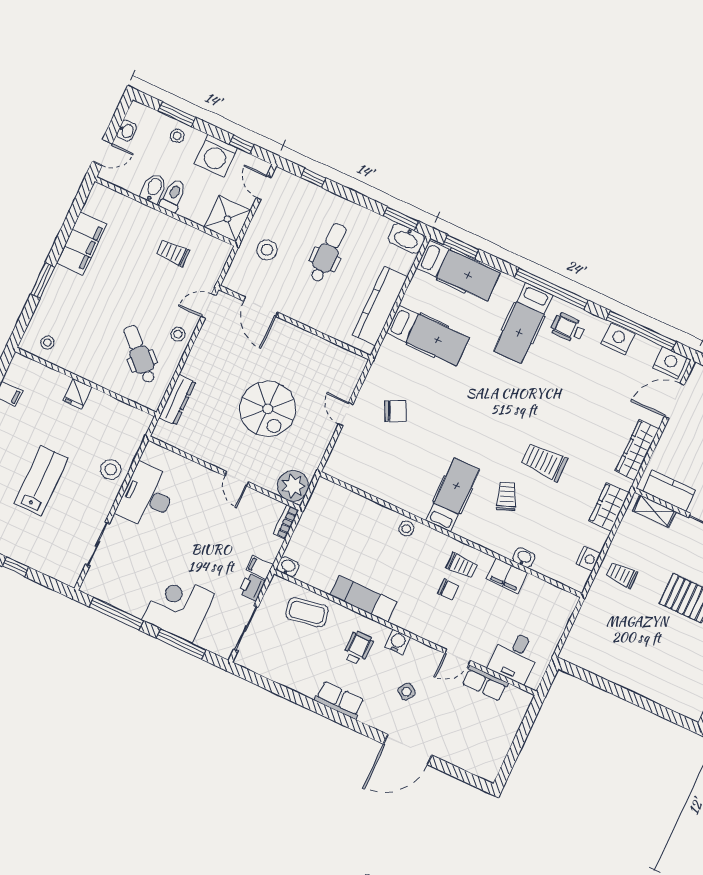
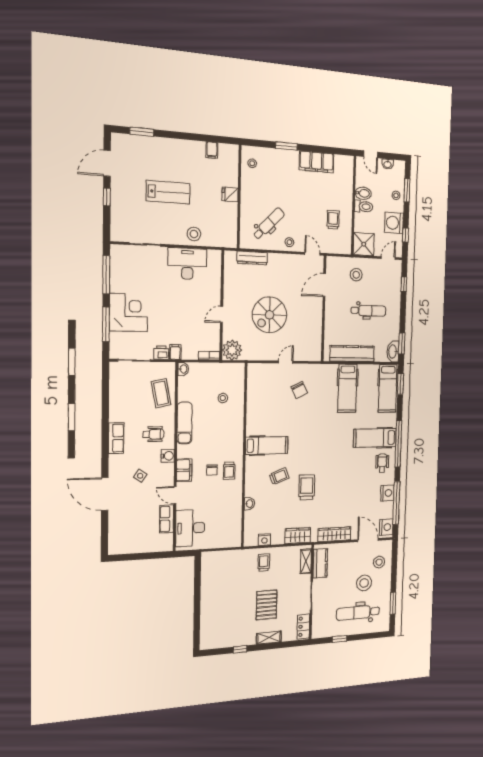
stool: (406, 529) -> (223, 398), moved
filing cabinet: (507, 576) -> (184, 470), moved, turned 180
desk: (515, 657) -> (190, 528), width x1.37

